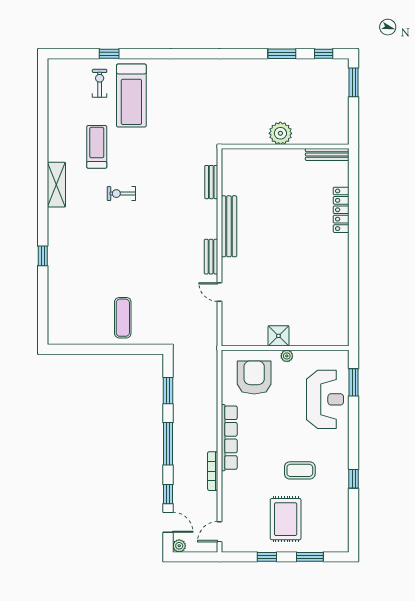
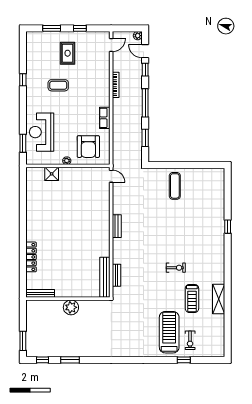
shelving: (56, 185) -> (219, 299), moved
bench: (229, 226) -> (105, 277), moved
door: (220, 292) -> (111, 176), moved
shower: (278, 336) -> (52, 174), moved
row of seats: (229, 438) -> (105, 118), width x0.50
rug: (286, 519) -> (68, 53), width x0.73, depth x0.70

